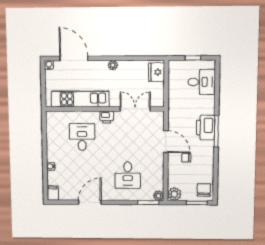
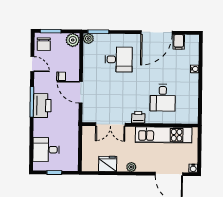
fridge: (156, 72) -> (108, 164), moved, turned -90
door: (216, 170) -> (32, 64), added
desk: (128, 175) -> (119, 59), turned 90
filing cabinet: (53, 193) -> (179, 42), moved
door: (90, 202) -> (157, 32), width x1.36

